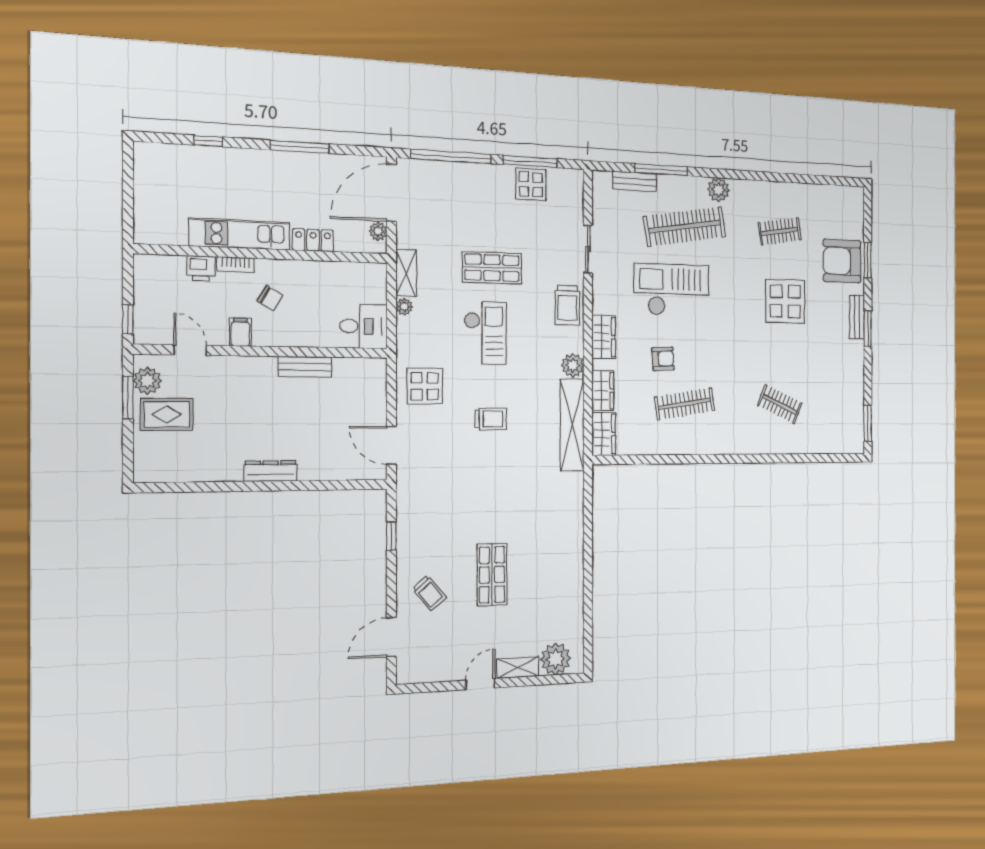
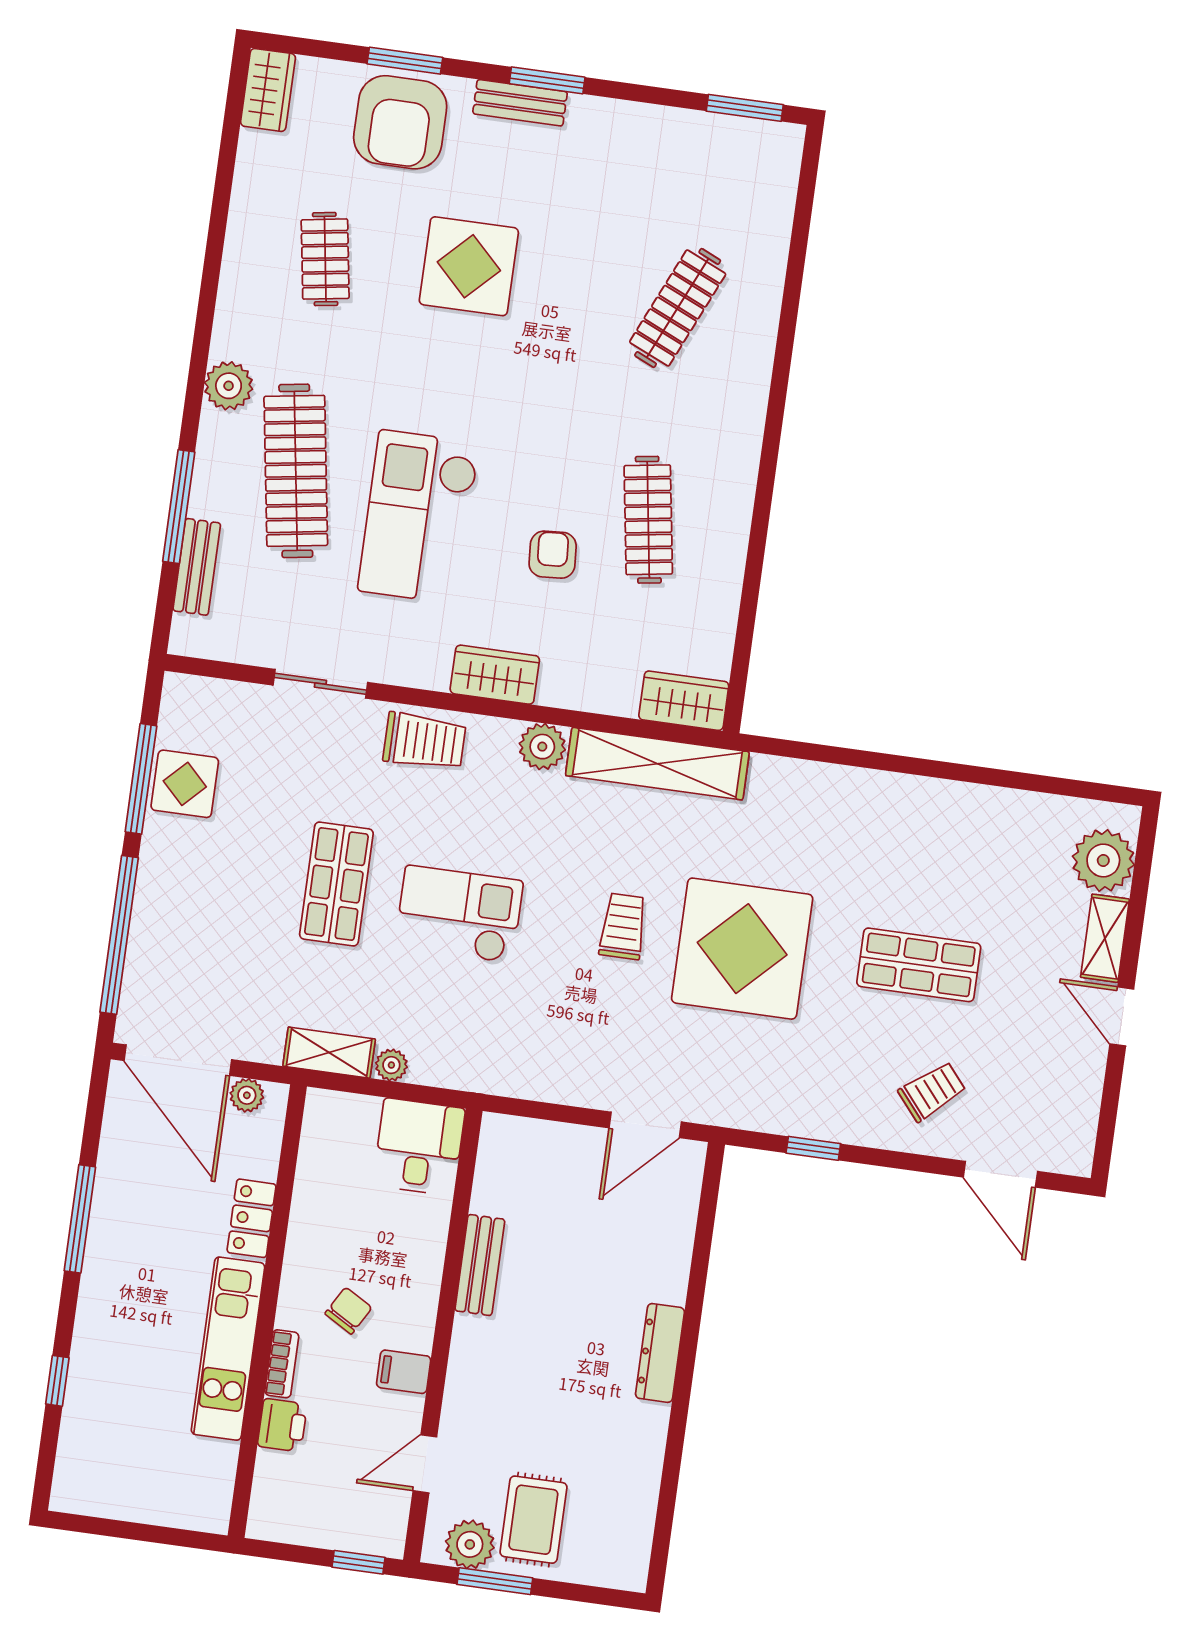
display table: (425, 386) -> (742, 949), moved, width x1.86, depth x1.86
wardrobe: (603, 391) -> (268, 90), moved, turned 90
clothes rail: (780, 404) -> (678, 308), width x1.36

